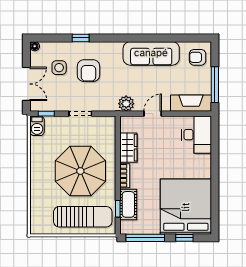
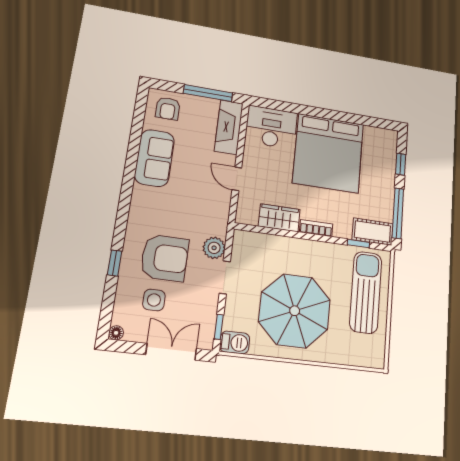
sofa: (151, 53) -> (154, 158), width x0.73
armchair: (88, 71) -> (165, 258), width x1.36, depth x1.36
plant: (126, 104) -> (214, 248), moved
parasol: (80, 171) -> (295, 311), moved
cot: (128, 204) -> (373, 232), moved
bed: (186, 207) -> (328, 153), moved, turned -90

